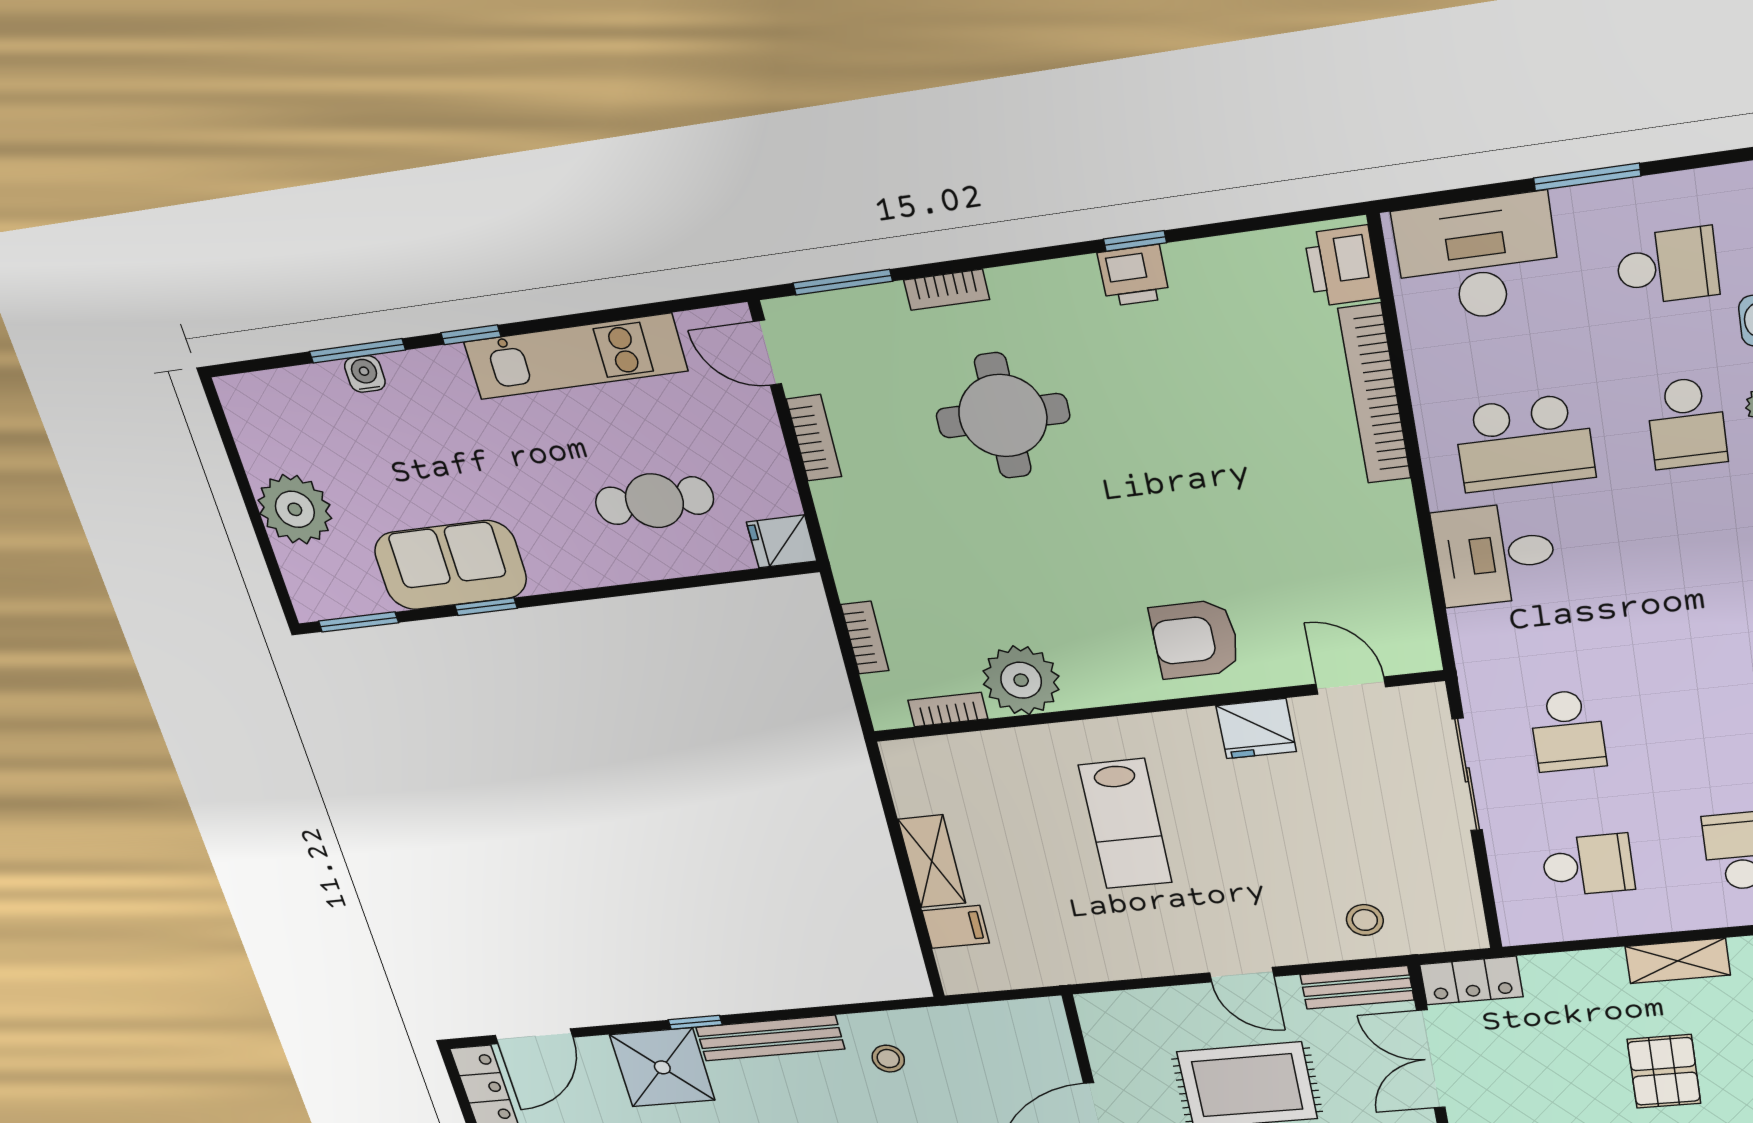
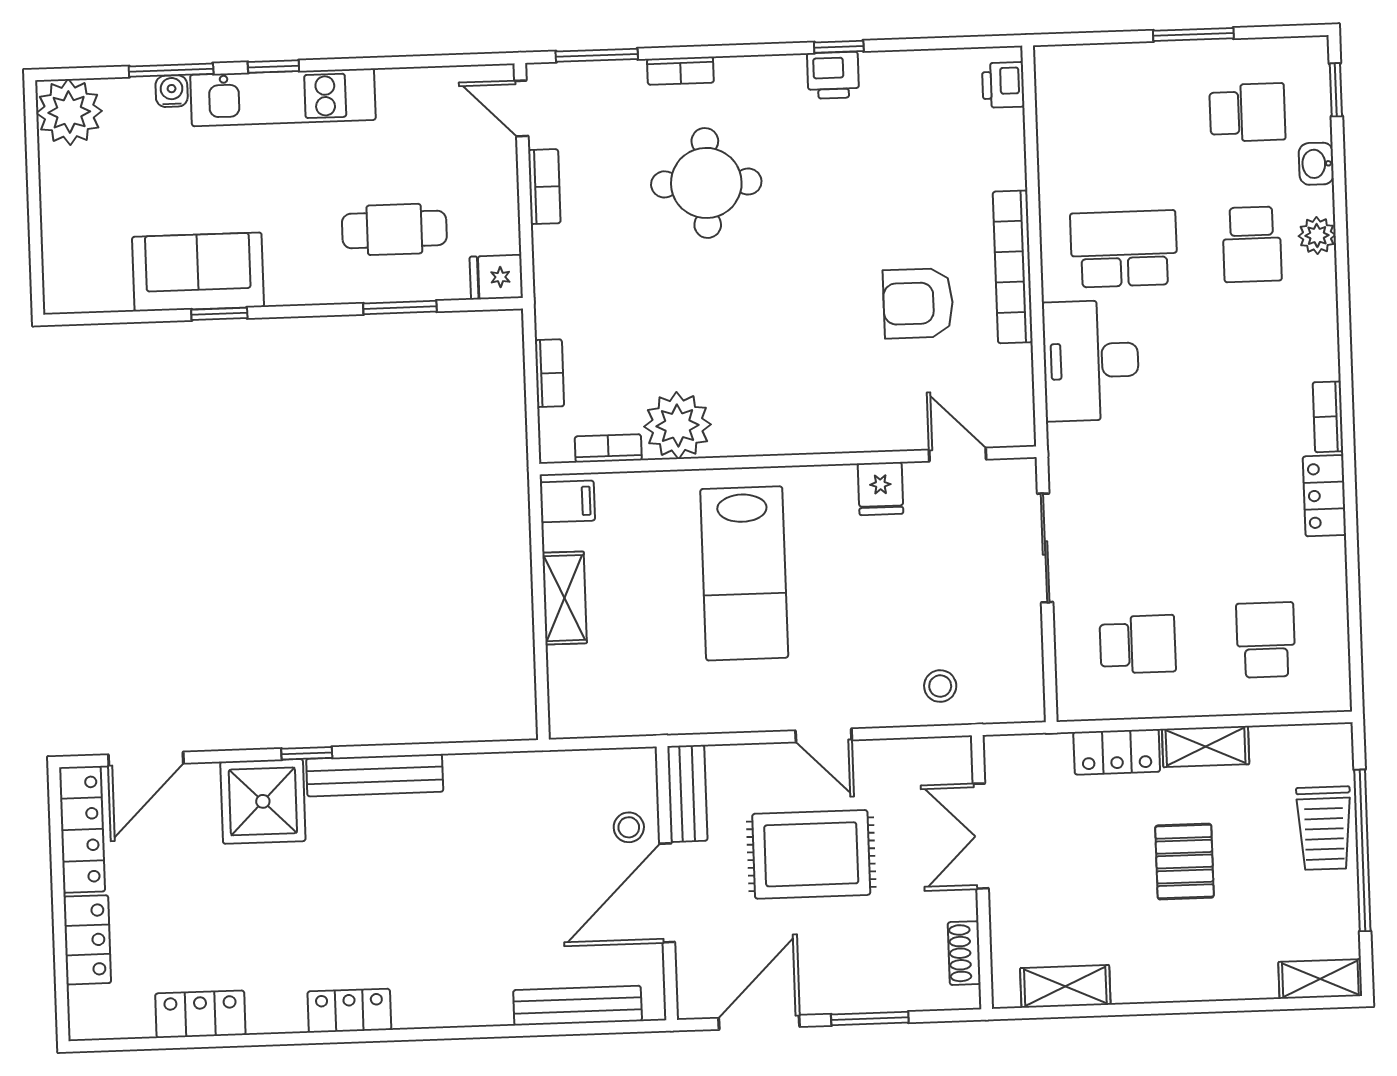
desk: (1477, 259) -> (1104, 91), removed
printer: (1342, 266) -> (1003, 85), width x0.73, depth x0.81
kitchen unit: (576, 356) -> (283, 97), moved
bookcase: (1375, 394) -> (1013, 267), moved
school desk: (1524, 443) -> (1124, 249), turned 180
plant: (295, 509) -> (69, 112), moved
desk: (1495, 554) -> (1091, 361), width x1.37
window: (358, 622) -> (400, 308), moved
armchair: (1195, 639) -> (918, 303), moved
fridge: (1256, 729) -> (881, 489), width x0.72
school desk: (1568, 731) -> (1133, 513), removed
lab bench: (1125, 824) -> (744, 573), width x1.36, depth x1.39
filing cabinet: (956, 927) -> (567, 501), moved
locker: (1471, 981) -> (1117, 752), moved
bench: (1357, 987) -> (687, 793), moved, turned 90
stool: (888, 1059) -> (629, 827), moved

